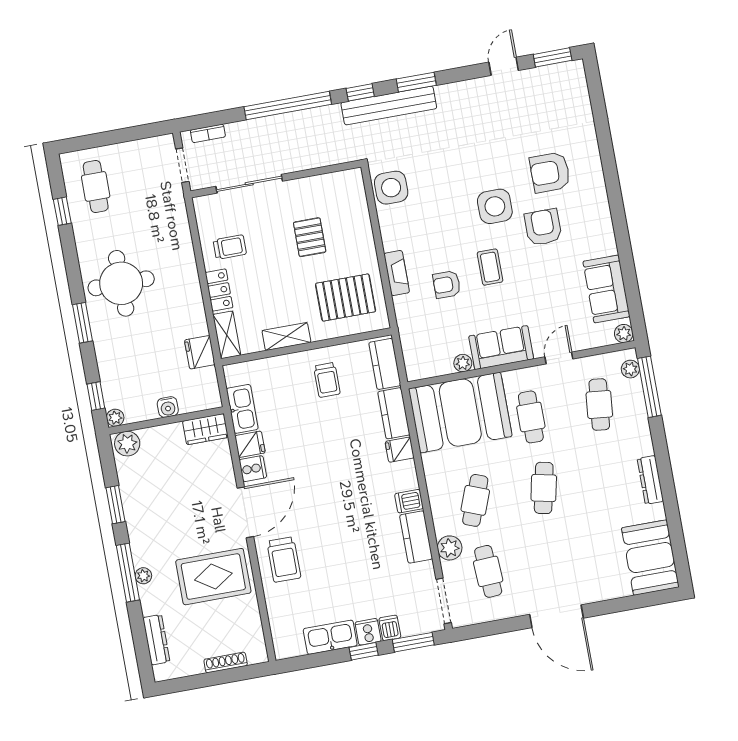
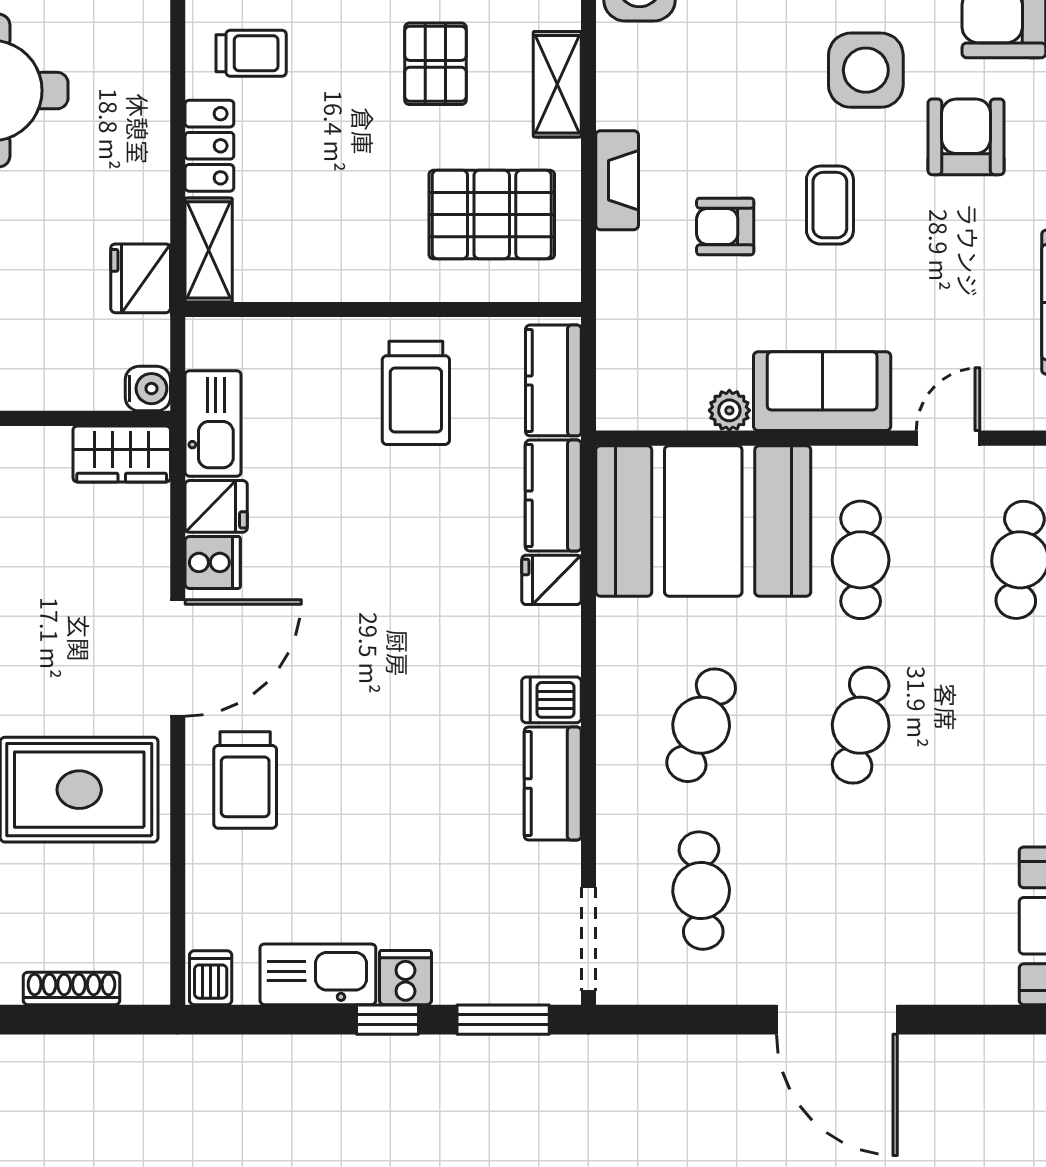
shelving: (286, 337) -> (557, 84), moved, turned 90
trolley: (327, 380) -> (416, 393), width x1.36, depth x1.39
water cooler: (168, 407) -> (148, 389), moved, turned -90
plant: (450, 548) -> (624, 822), removed
dishwasher: (390, 628) -> (211, 978), moved

